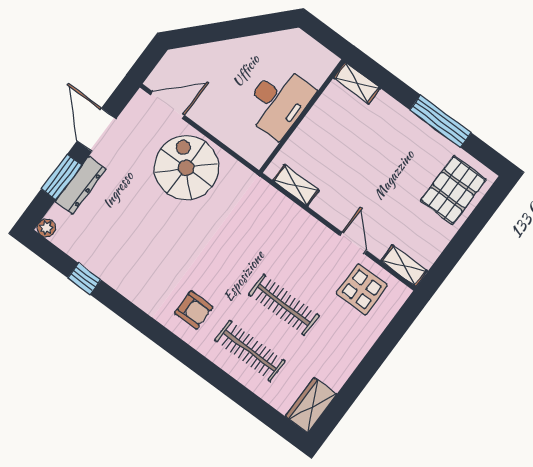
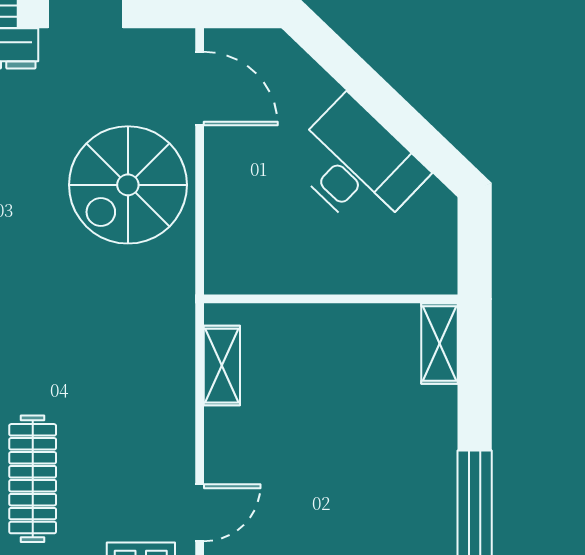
desk: (278, 102) -> (357, 165), moved, turned -136
spiral stairs: (186, 168) -> (128, 185), turned 180

